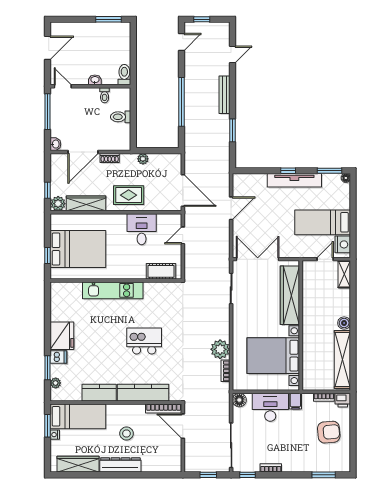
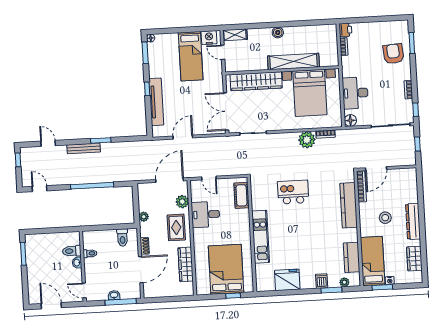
window: (202, 19) -> (18, 160), moved
toilet: (124, 75) -> (72, 251), moved
door: (63, 86) -> (84, 291), hinge flipped
window: (48, 112) -> (121, 302), moved
toilet: (121, 117) -> (122, 238), moved
window: (232, 130) -> (101, 140), moved
washbasin: (55, 144) -> (114, 295), moved
door: (83, 152) -> (141, 270), hinge flipped
tv unit: (294, 180) -> (156, 102), moved
window: (48, 190) -> (176, 299), removed
plant: (58, 204) -> (182, 202), moved
door: (231, 208) -> (183, 137), hinge flipped
fridge: (62, 336) -> (287, 280), moved
kitchen island: (144, 341) -> (293, 192), moved, turned 90
shelving: (342, 359) -> (293, 61), moved
kitchen counter: (99, 393) -> (352, 257), moved
filing cabinet: (295, 401) -> (349, 71), removed
armchair: (329, 432) -> (393, 54), moved
wardrobe: (78, 464) -> (414, 259), width x0.67

